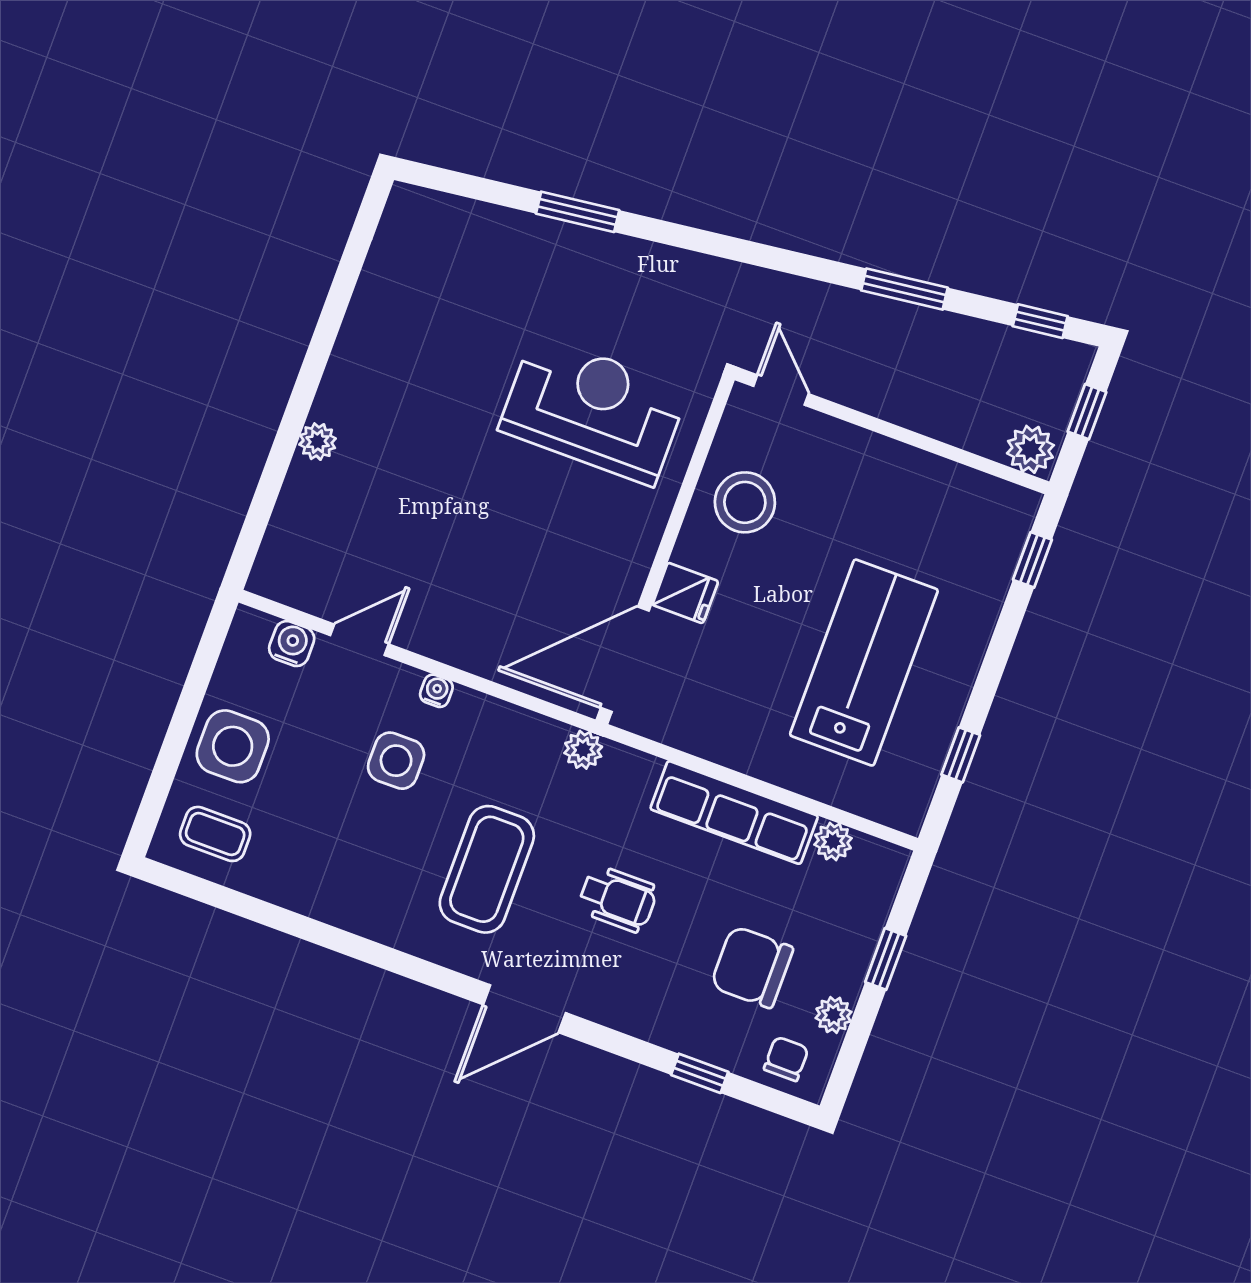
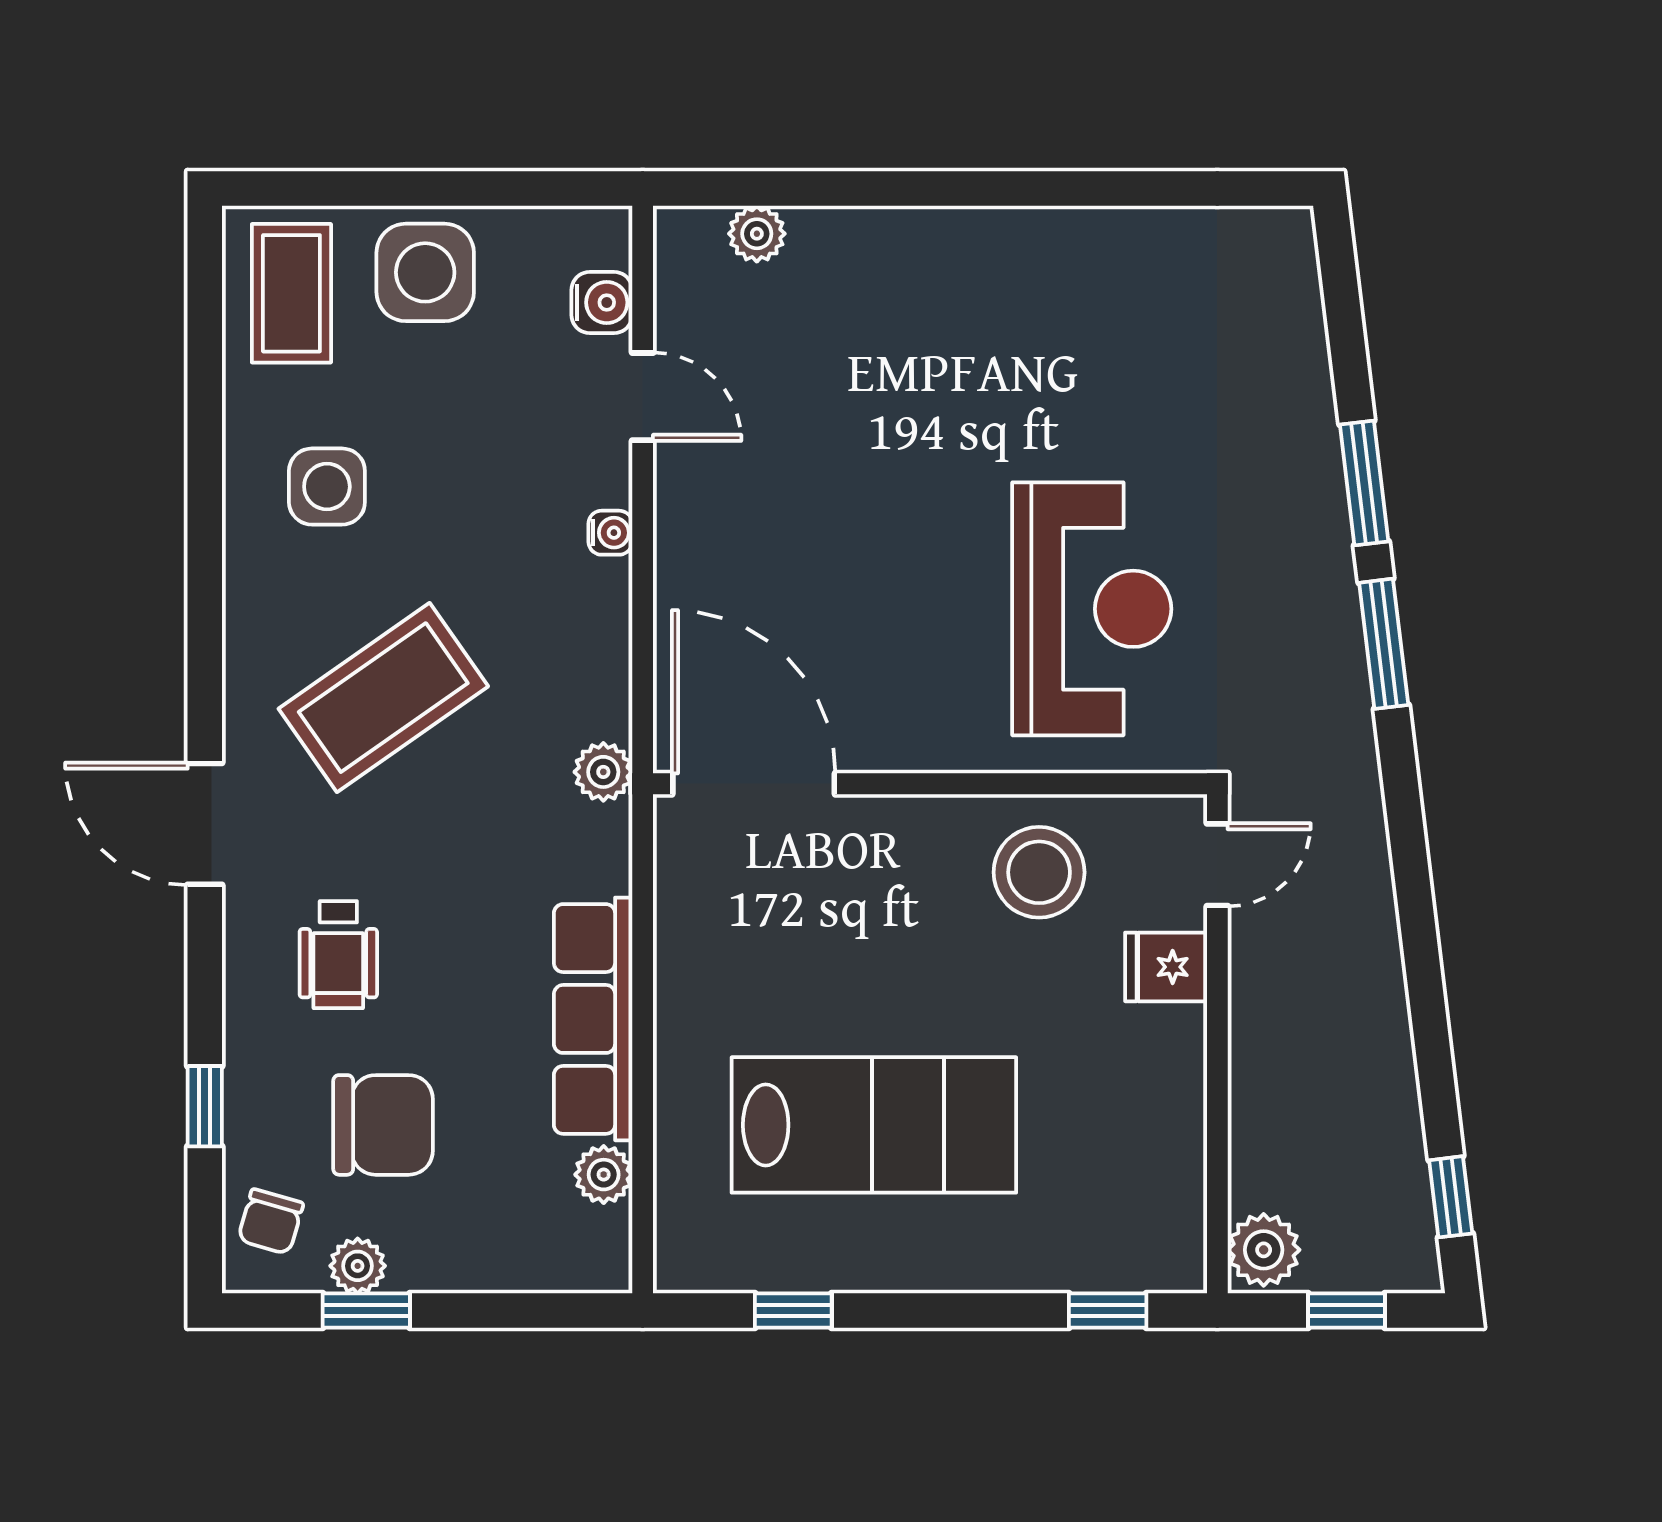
window: (904, 289) -> (1384, 644), moved
plant: (318, 442) -> (757, 234), moved
fridge: (685, 593) -> (1166, 967), moved, turned 90
side table: (396, 761) -> (327, 487), moved
coffee table: (215, 834) -> (291, 293), width x1.36, depth x1.30
coffee table: (487, 869) -> (383, 698), turned -35
wheelchair: (618, 899) -> (338, 955), moved
window: (886, 959) -> (366, 1311), moved
chair: (752, 967) -> (383, 1125), turned 90
chair: (786, 1059) -> (271, 1222), turned 106

